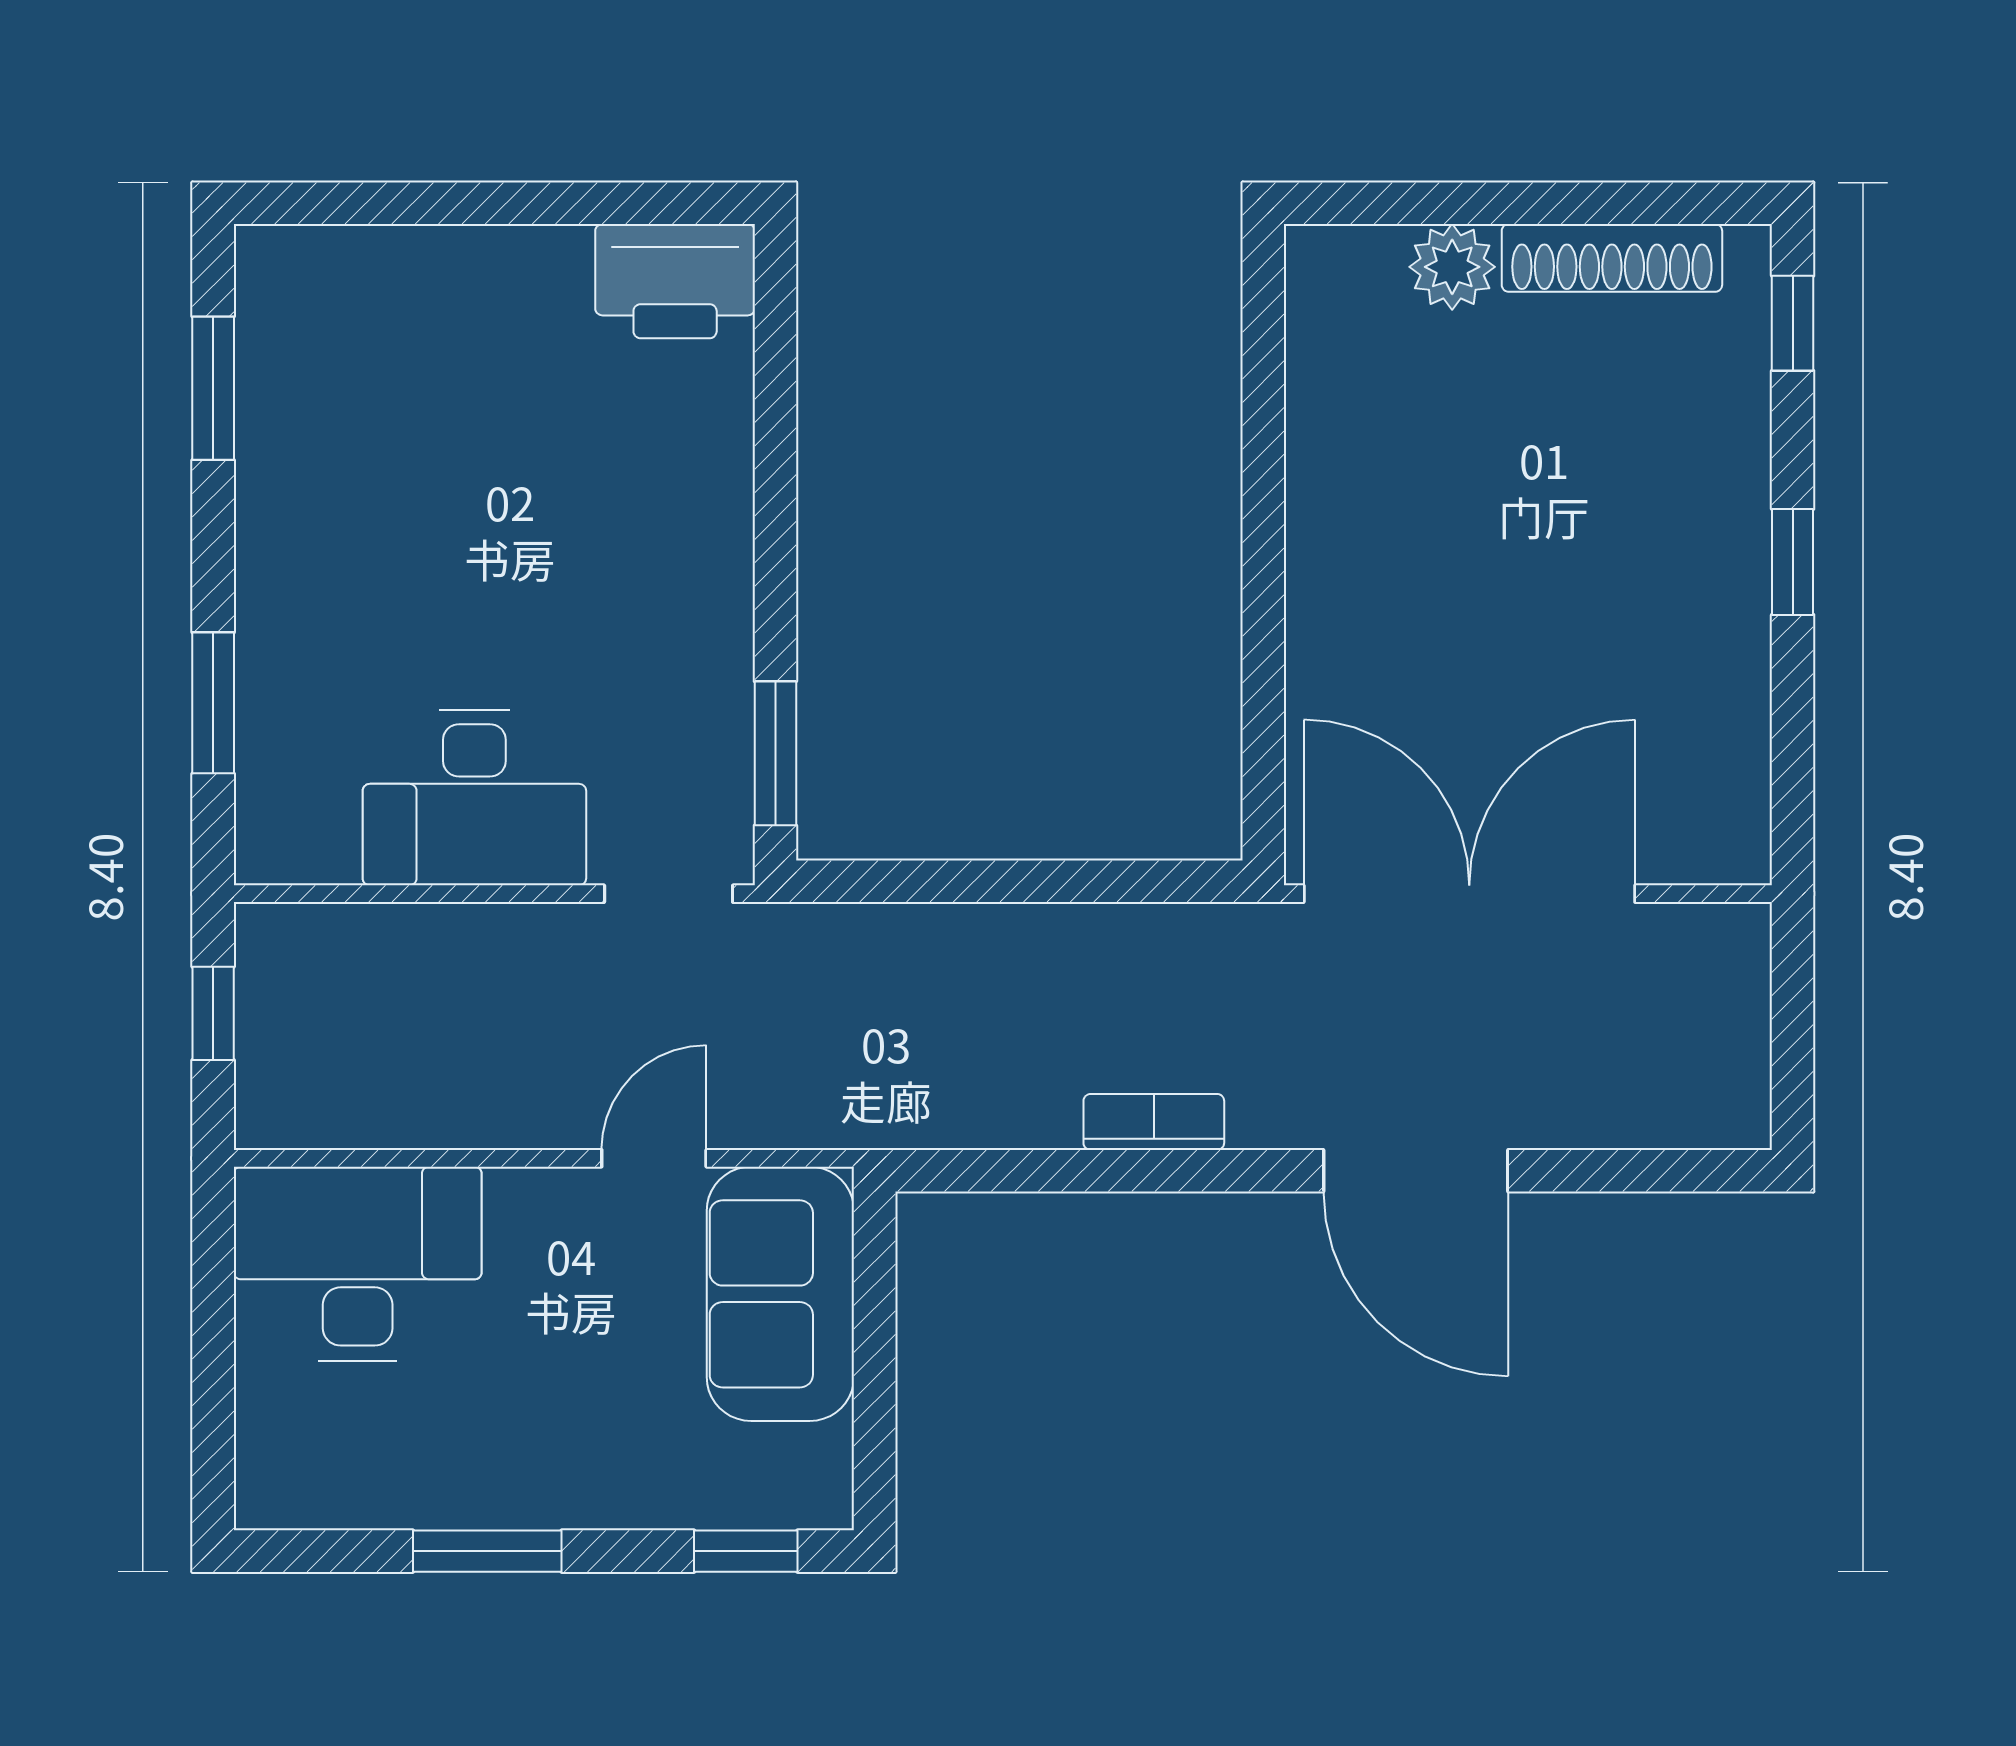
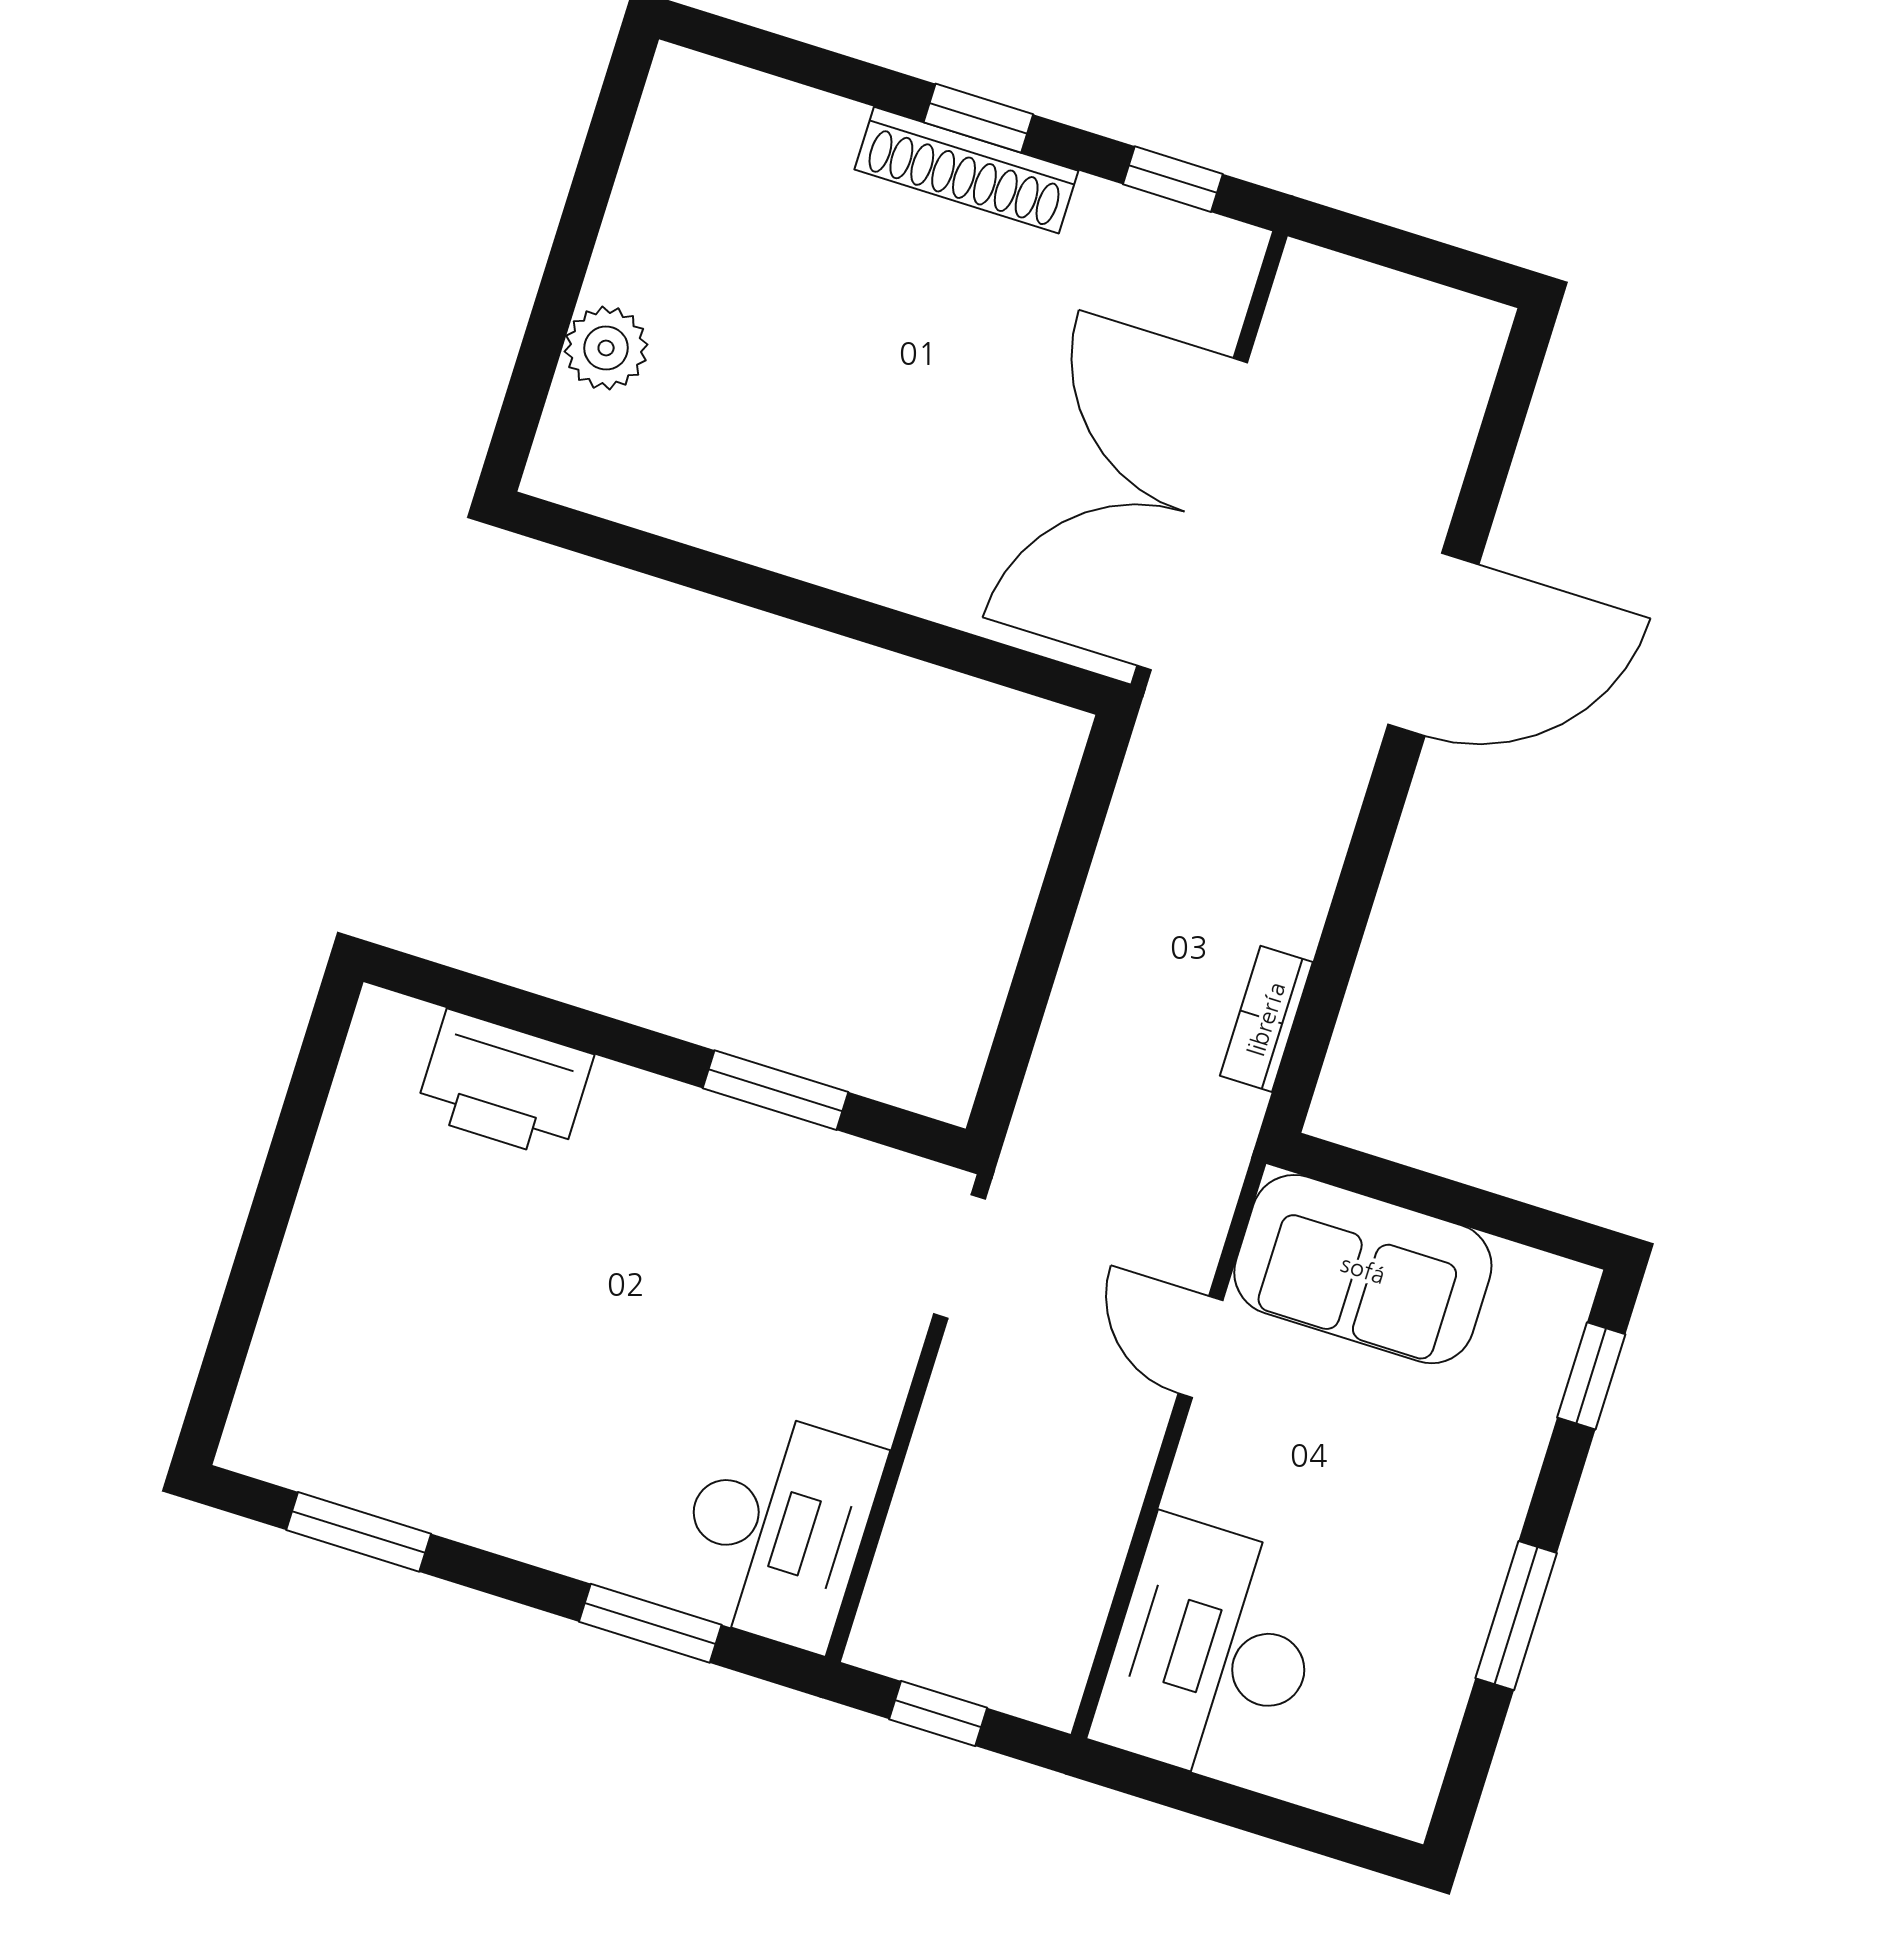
shoe rack: (1612, 258) -> (966, 170), moved, turned 90
printer: (675, 281) -> (504, 1084), moved, turned 90
window: (1793, 323) -> (1173, 179), moved
window: (775, 753) -> (776, 1090), moved
desk: (474, 798) -> (777, 1528), moved
bookcase: (1154, 1122) -> (1266, 1019), moved

